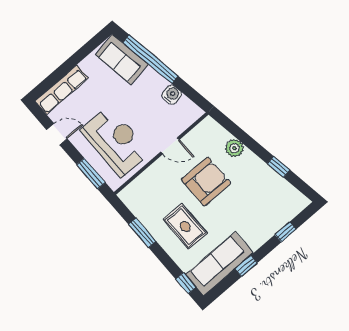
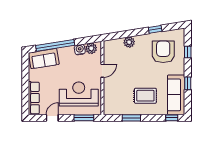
plant: (186, 107) -> (91, 48), added
armchair: (206, 181) -> (163, 52), moved

